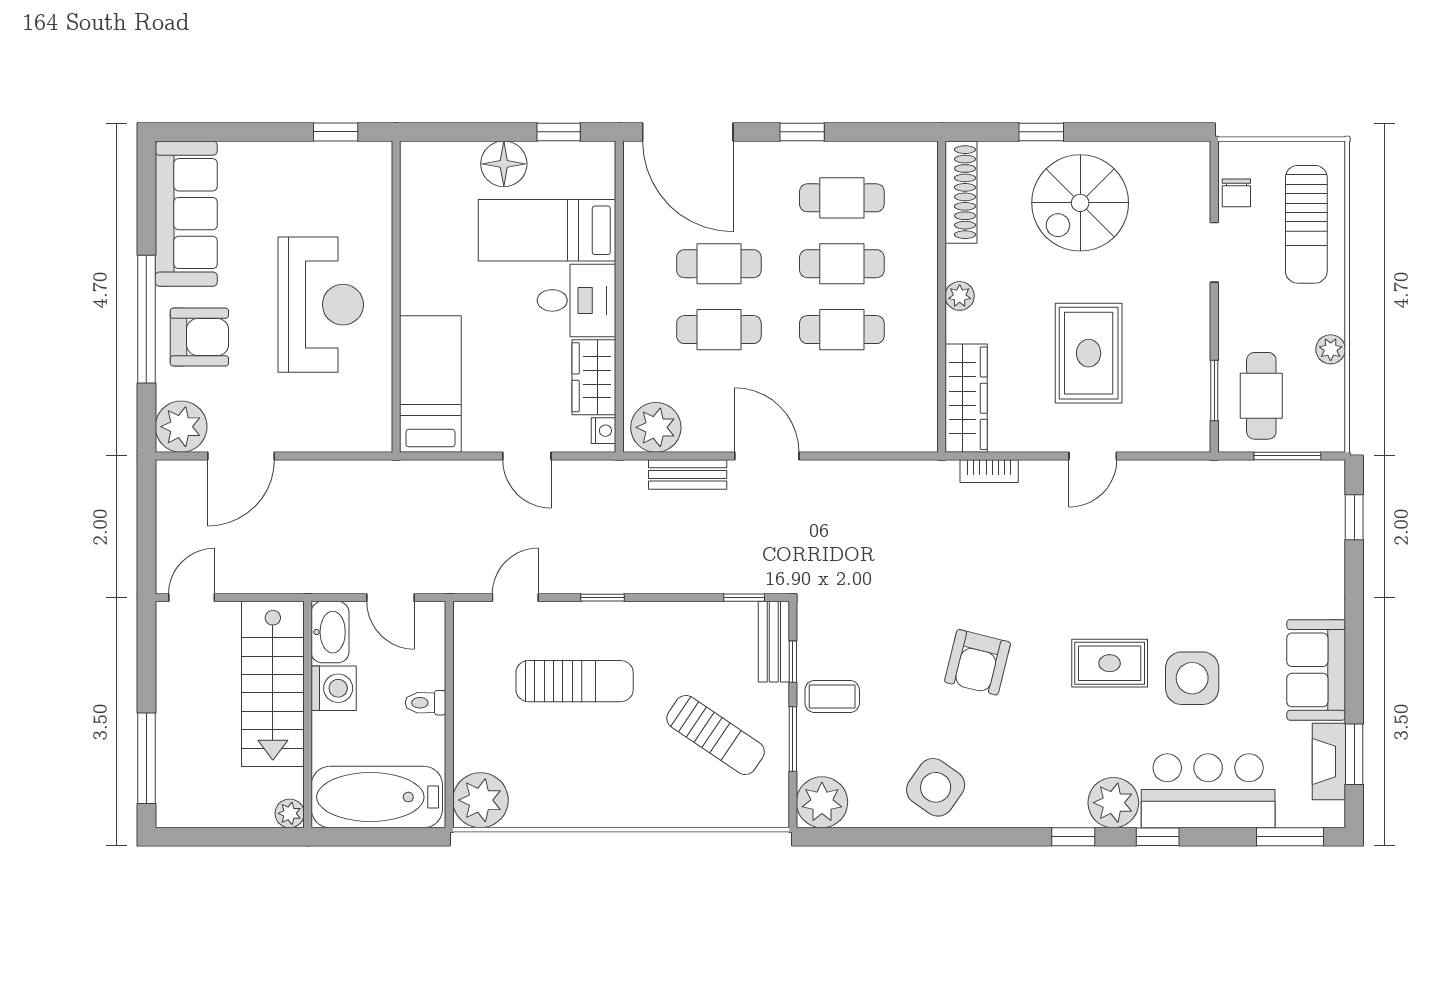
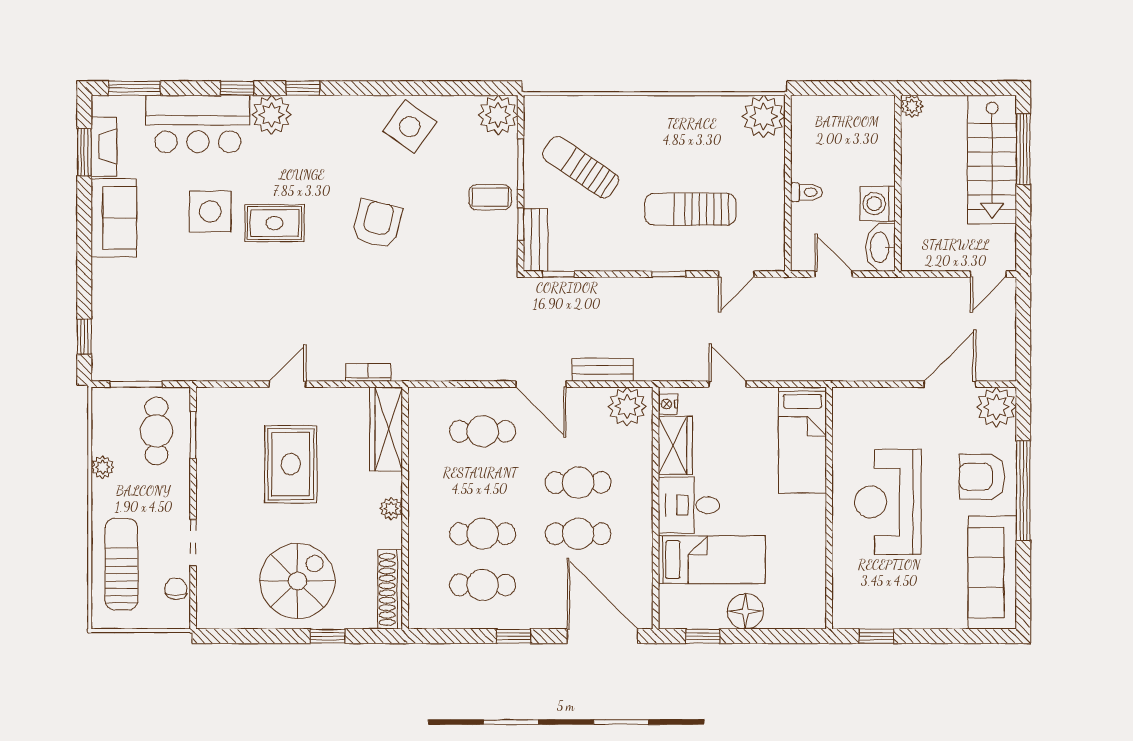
cafe table: (842, 330) -> (483, 431), moved
stairs: (273, 684) -> (992, 159), moved, turned 180
bathtub: (377, 797) -> (844, 119), removed

